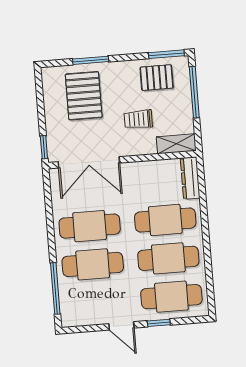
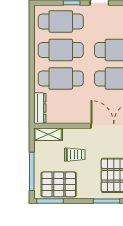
pallet: (157, 78) -> (59, 184), width x1.50, depth x1.42

